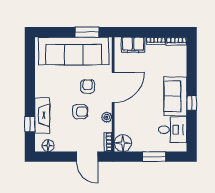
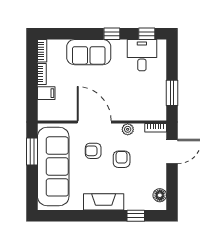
filing cabinet: (133, 45) -> (46, 93), width x0.50
sofa: (175, 96) -> (89, 52), moved
fireplace: (42, 115) -> (104, 202), moved
window: (192, 134) -> (147, 34), added
floor lamp: (123, 143) -> (157, 111), removed
window: (154, 157) -> (172, 93), moved

